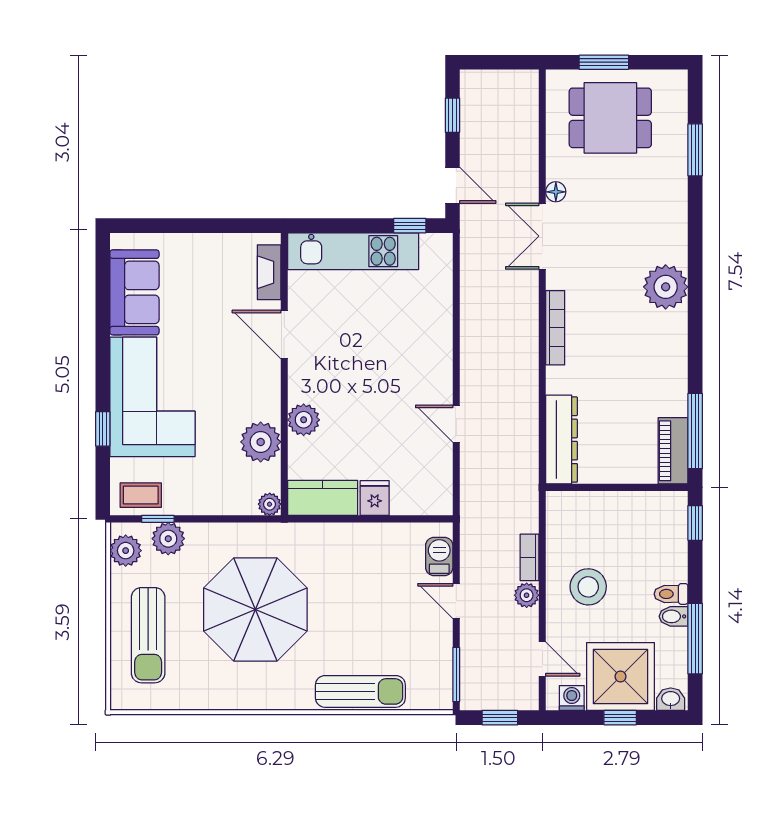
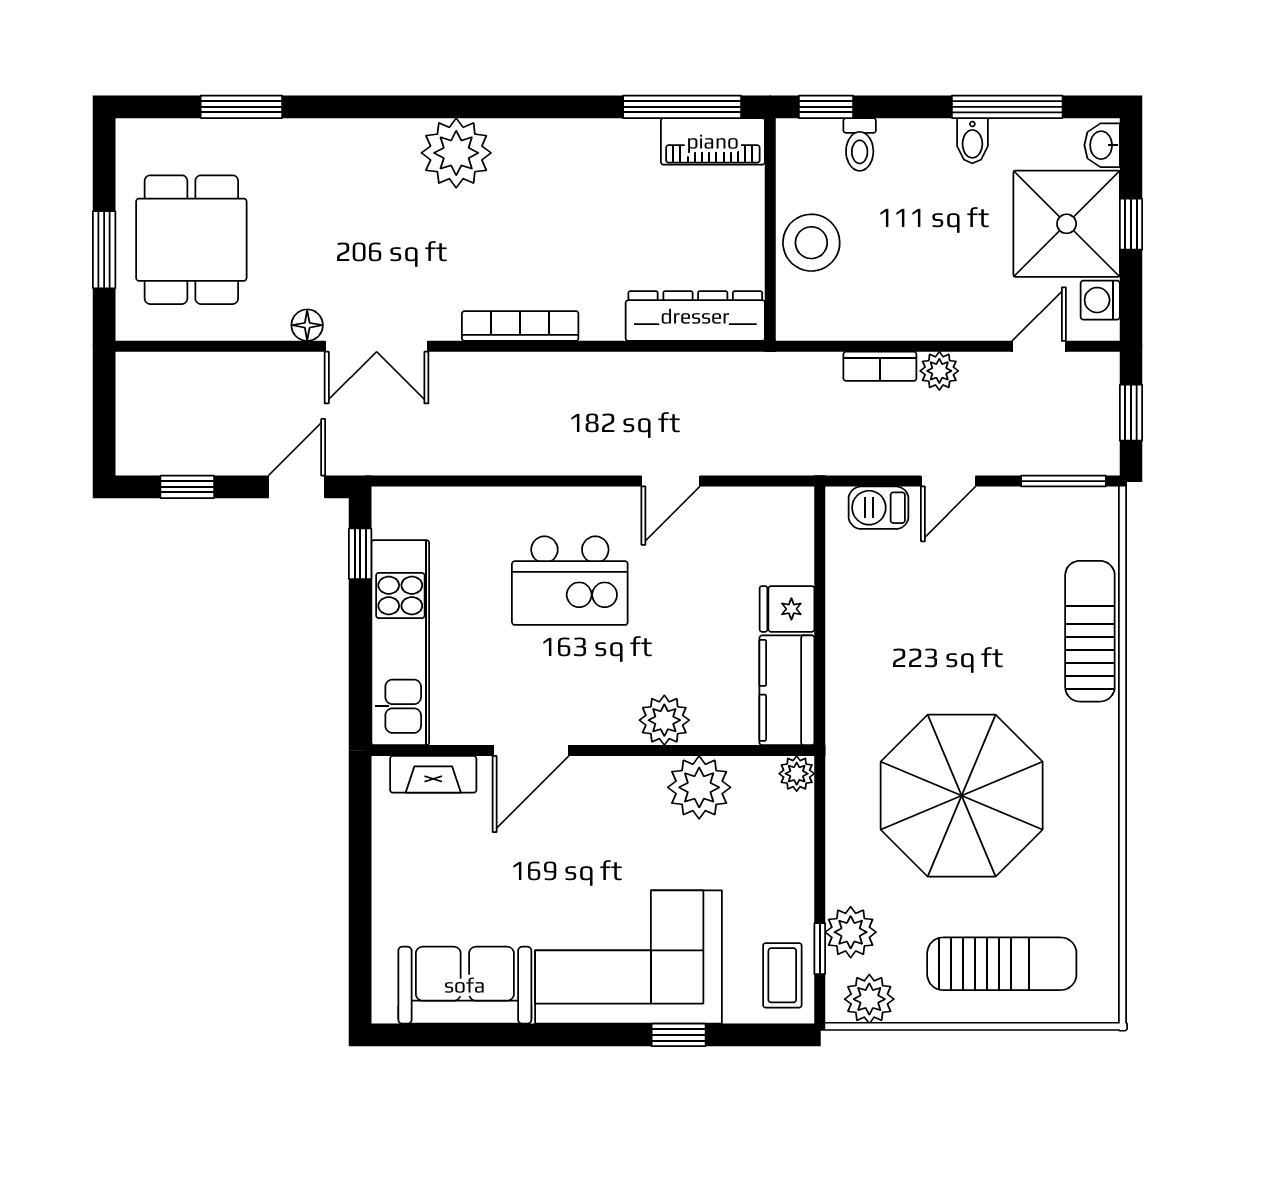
kitchen island: (393, 359) -> (570, 581), added
stool: (588, 587) -> (811, 243), moved
toilet: (671, 594) -> (860, 144), moved

